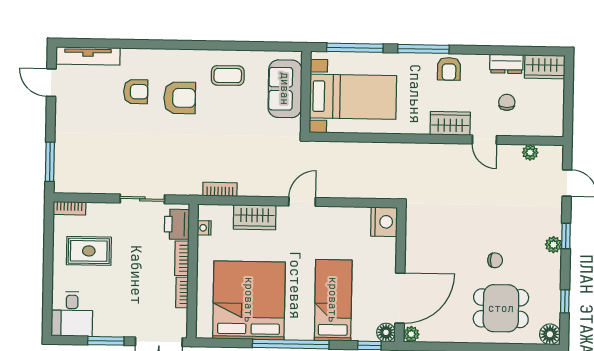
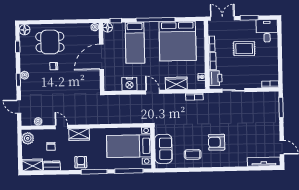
armchair: (136, 92) -> (239, 144), removed
plant: (552, 120) -> (28, 138), added
door: (302, 202) -> (153, 92), swing flipped
nightstand: (384, 222) -> (129, 84), moved, turned -90
rug: (89, 251) -> (244, 49), moved
door: (400, 298) -> (101, 57), moved

